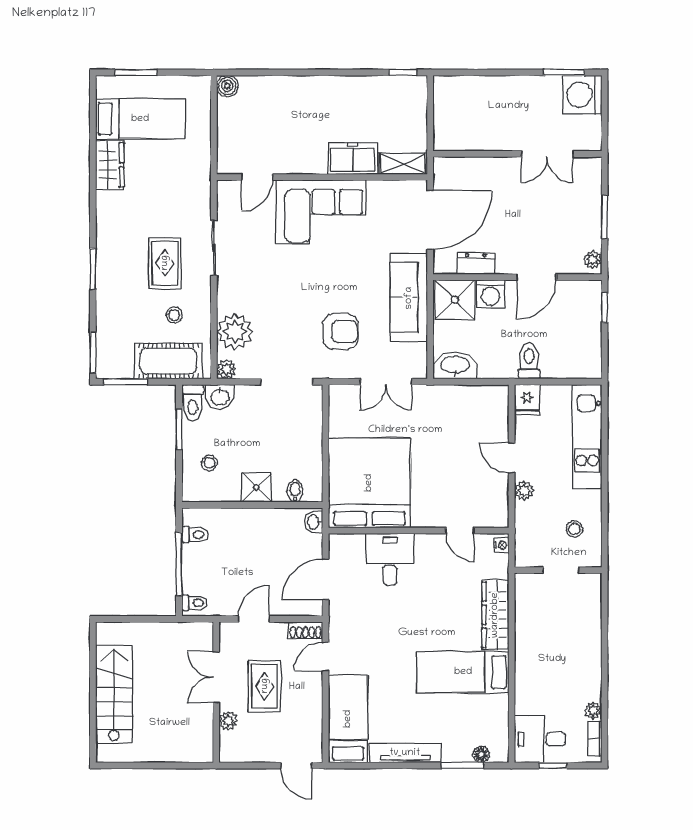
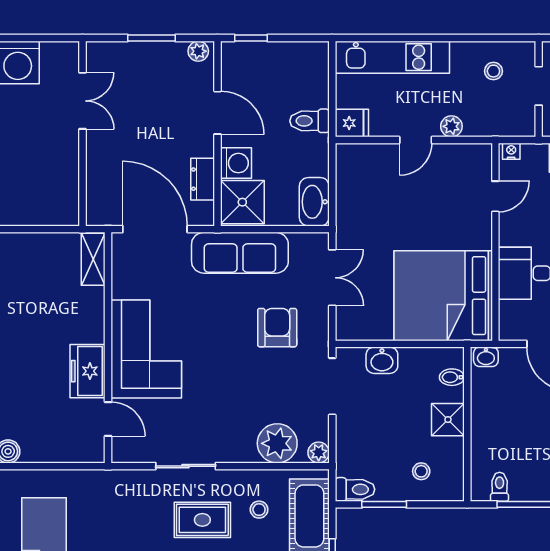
freezer: (353, 158) -> (88, 371), moved
washbasin: (220, 397) -> (382, 360), moved, turned 90

